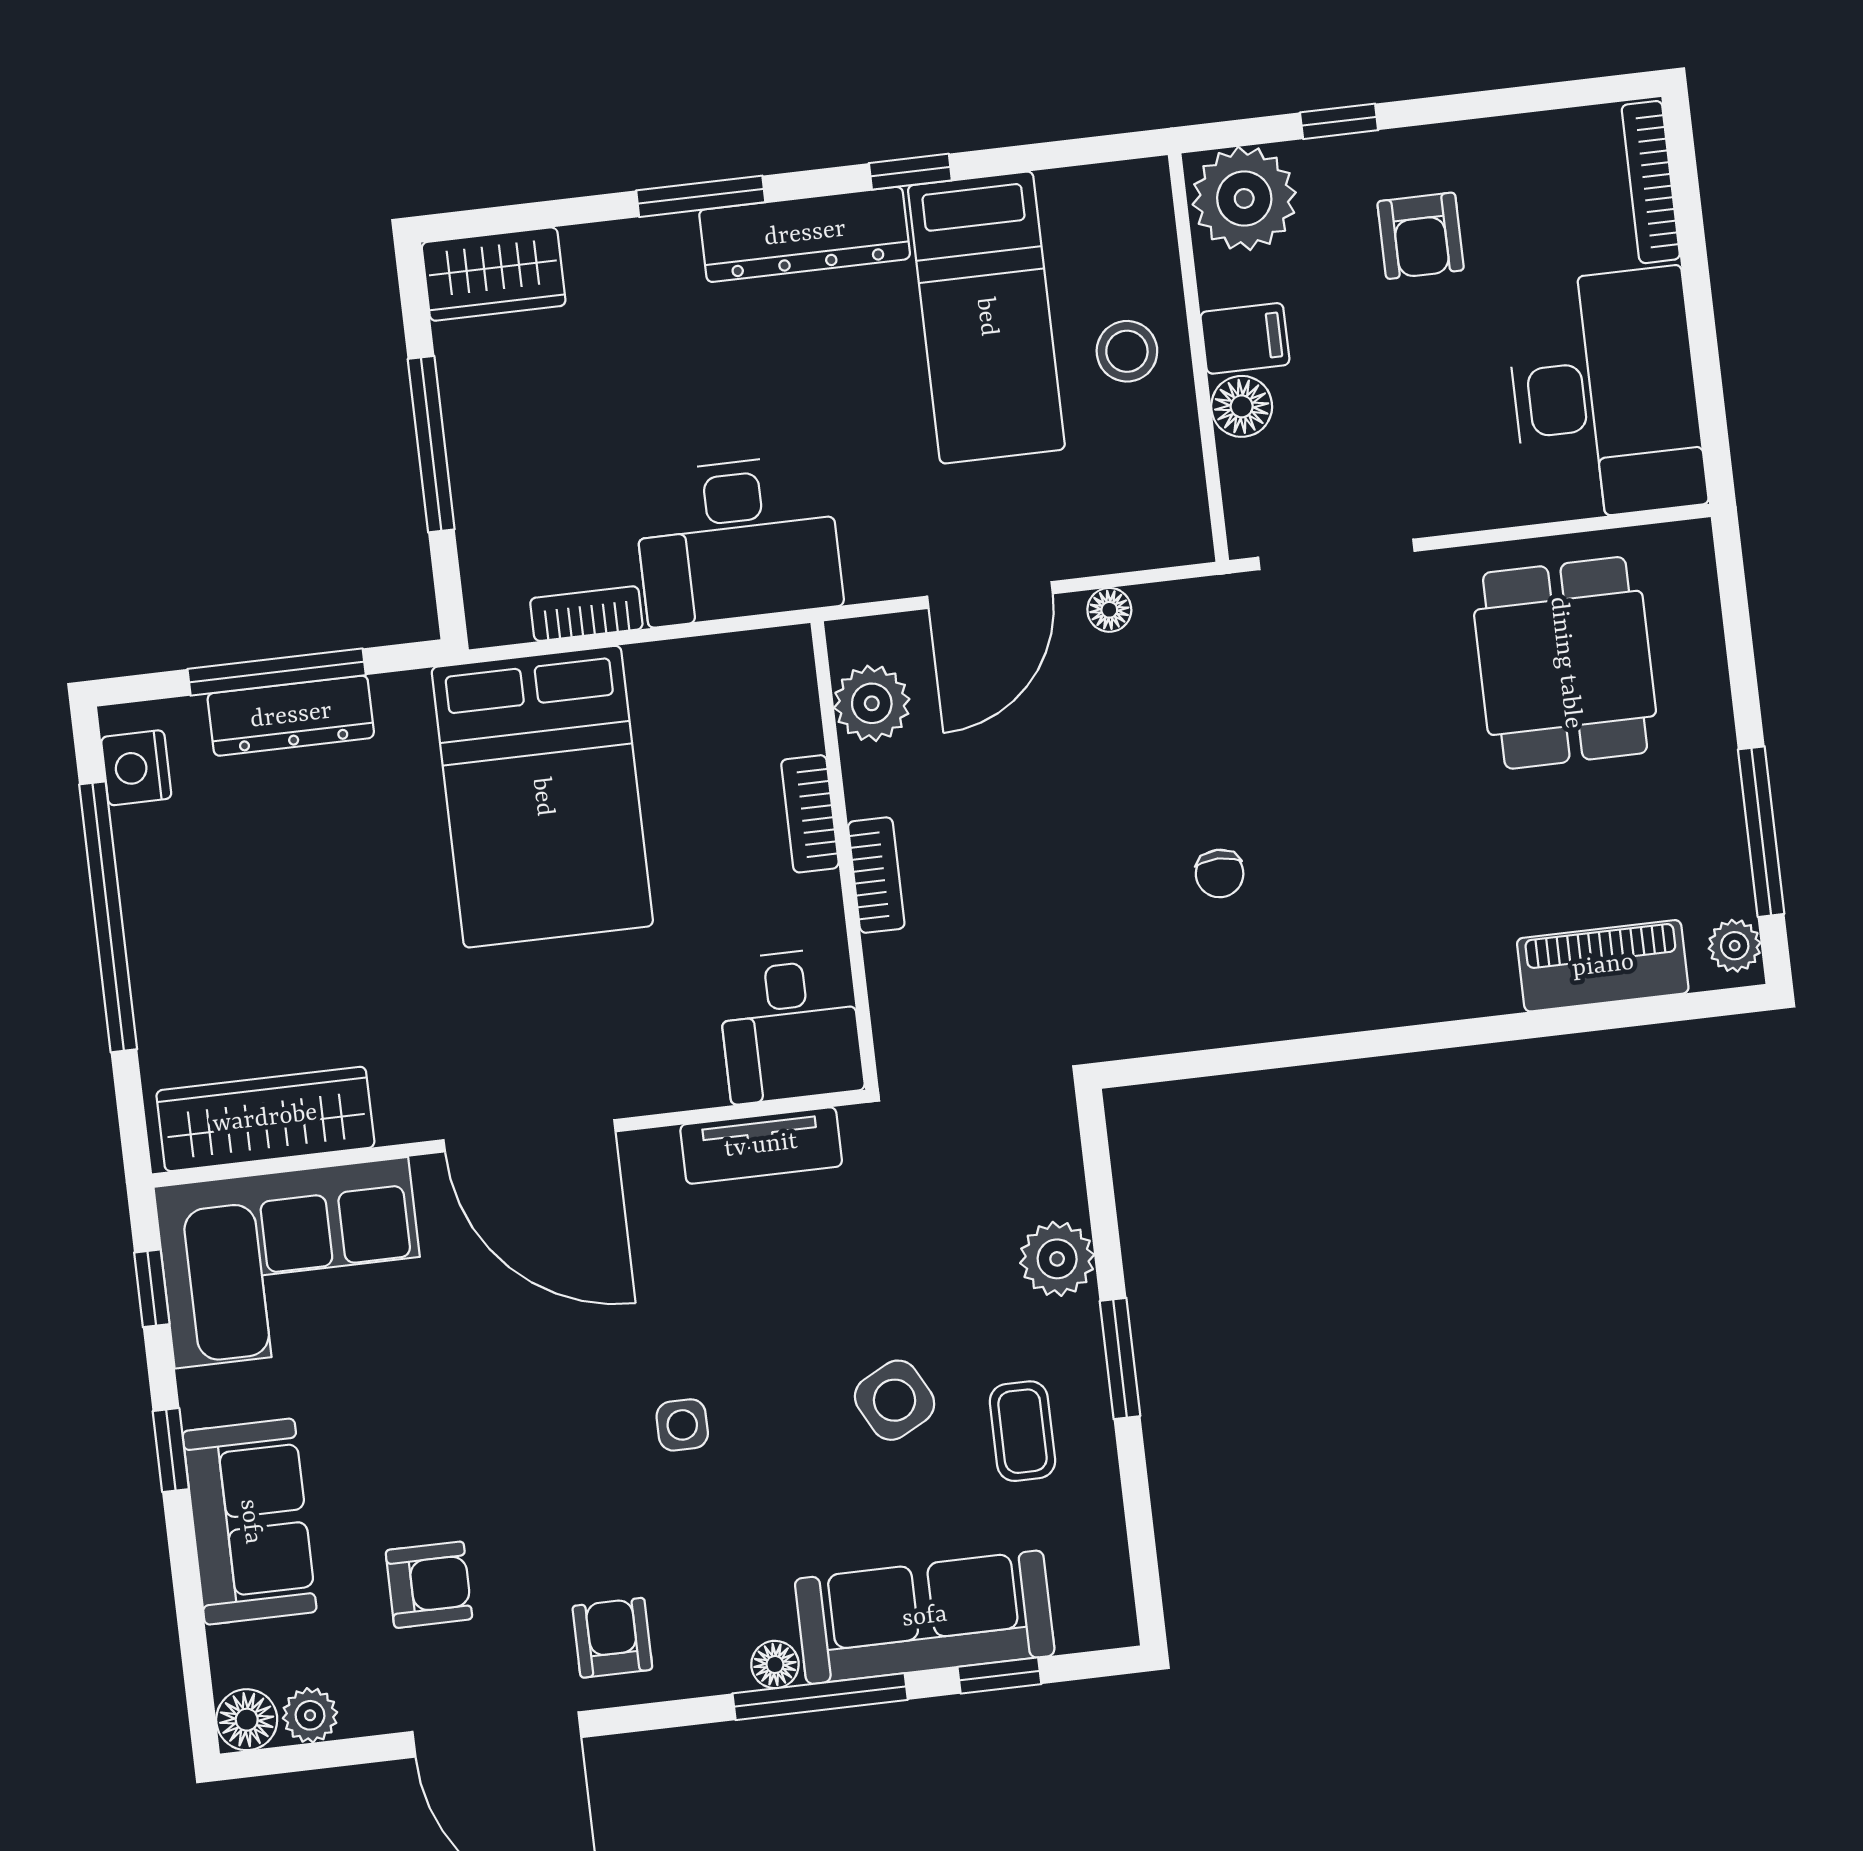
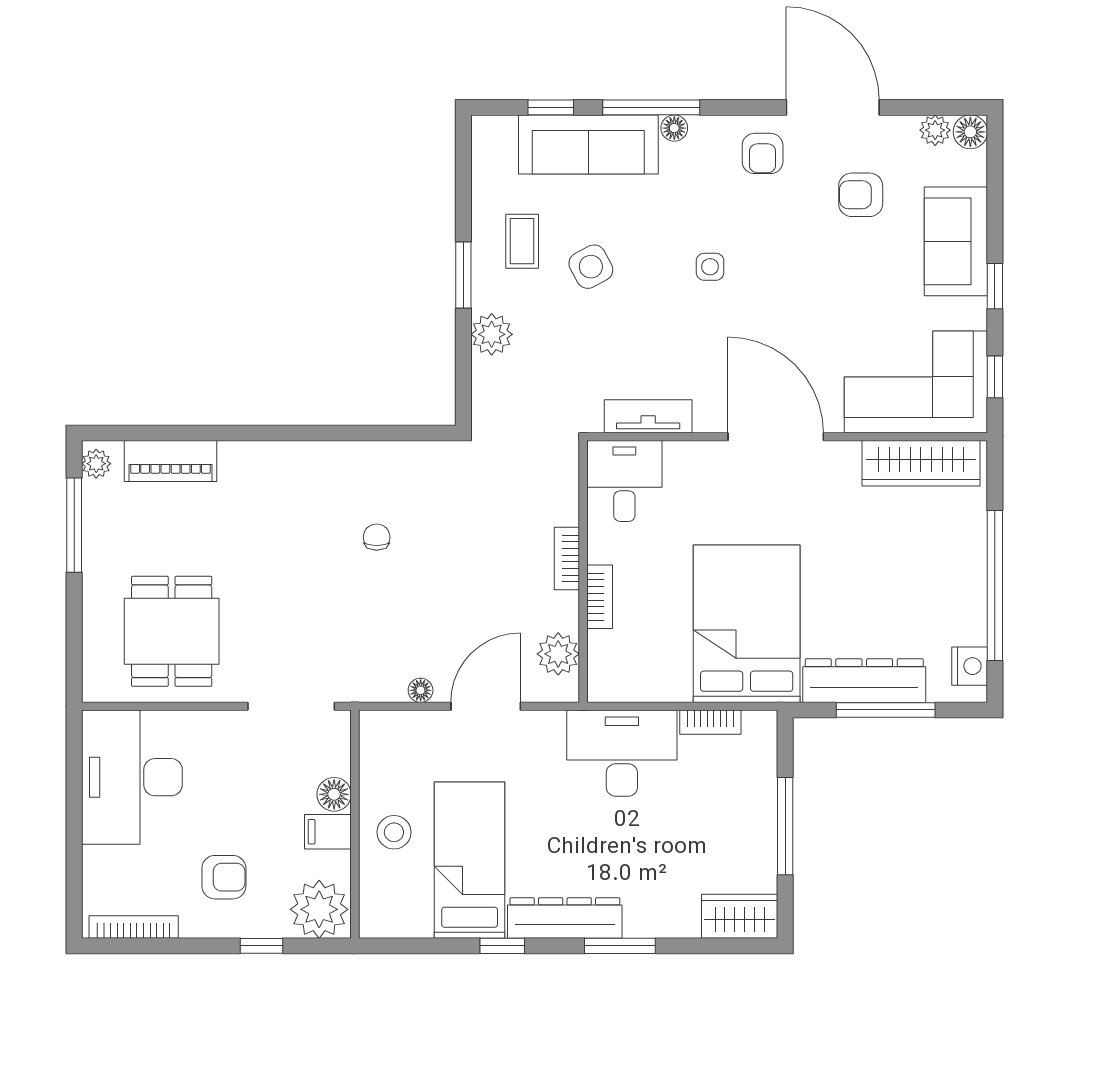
bookcase: (1651, 182) -> (134, 927), moved, turned -90
armchair: (1421, 236) -> (224, 877), turned 90
dresser: (291, 716) -> (864, 681), width x1.37, depth x1.24

